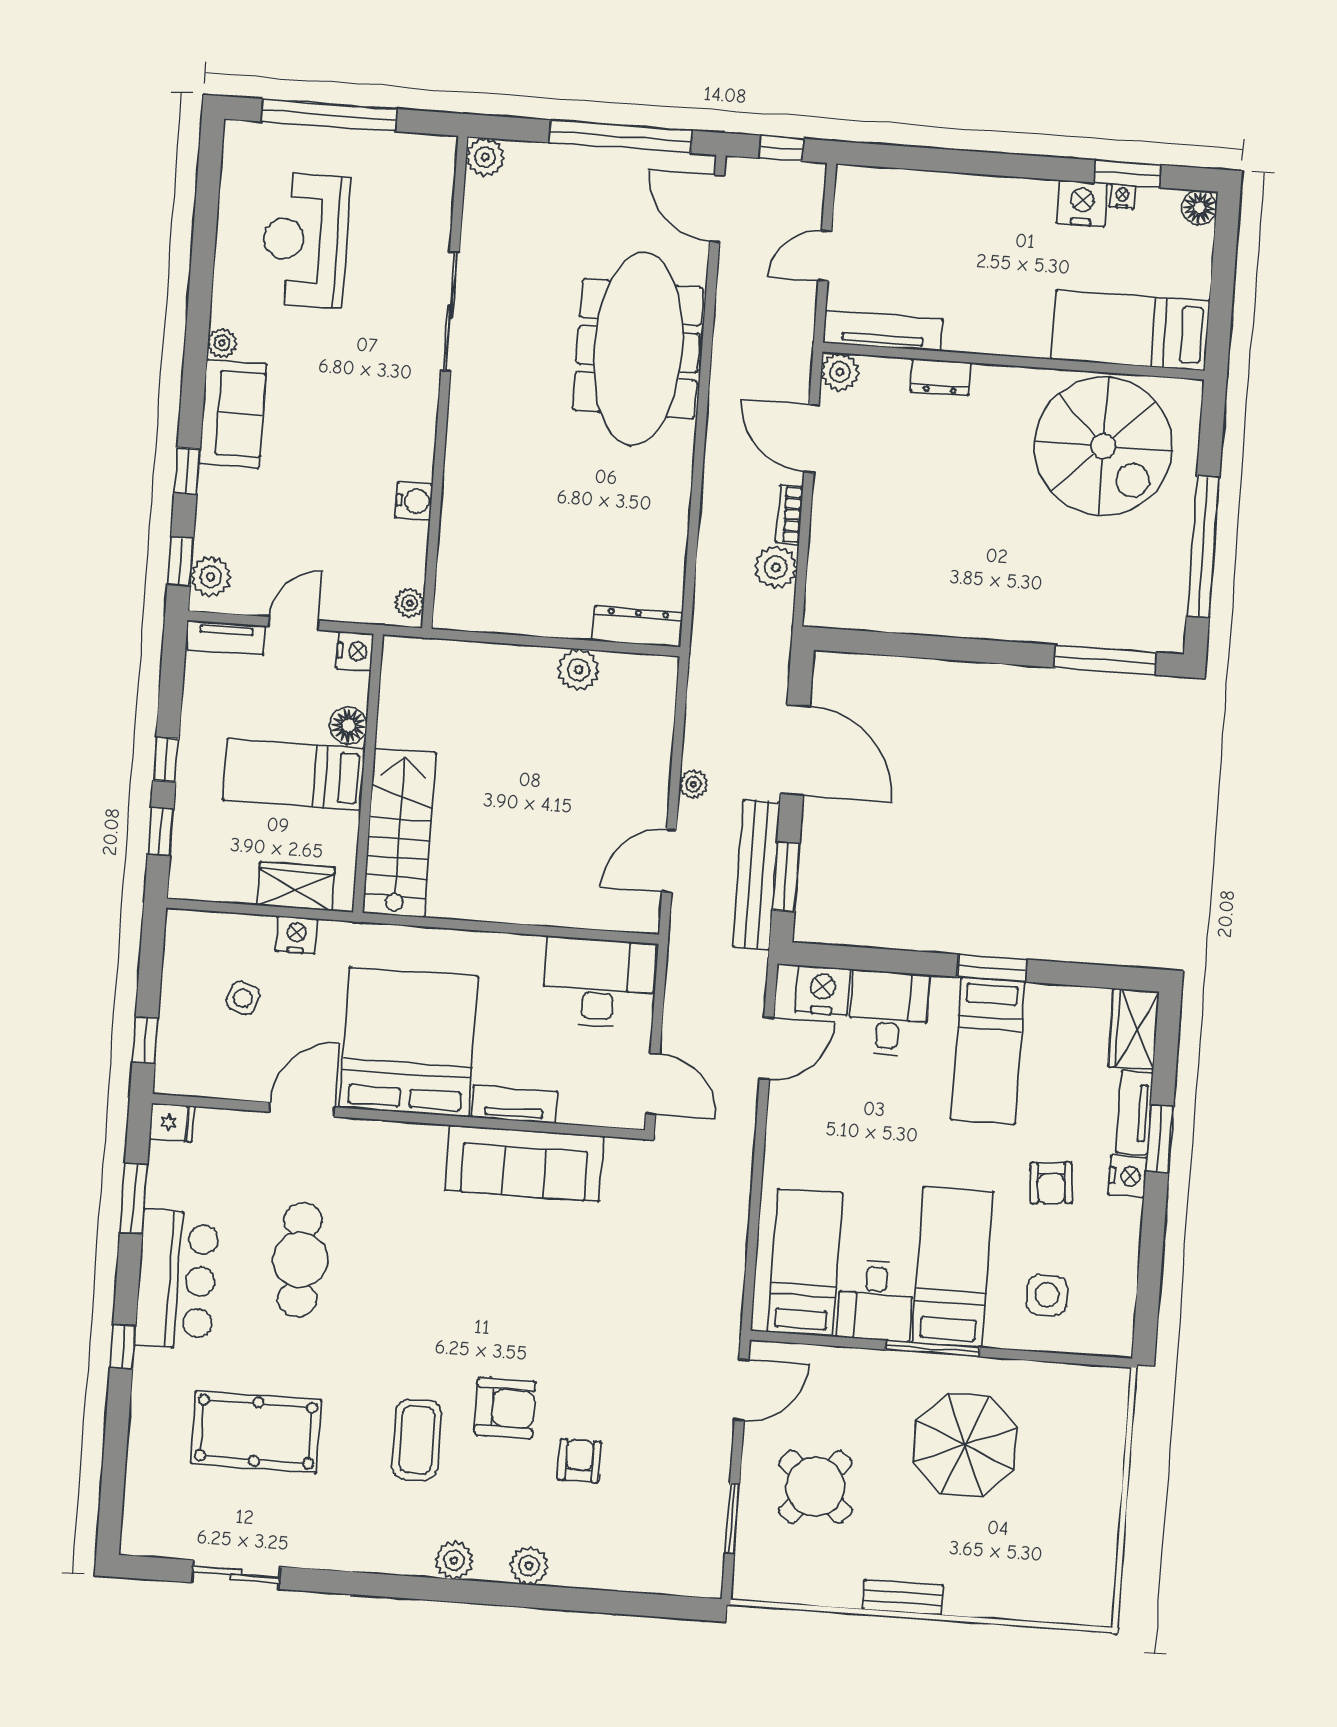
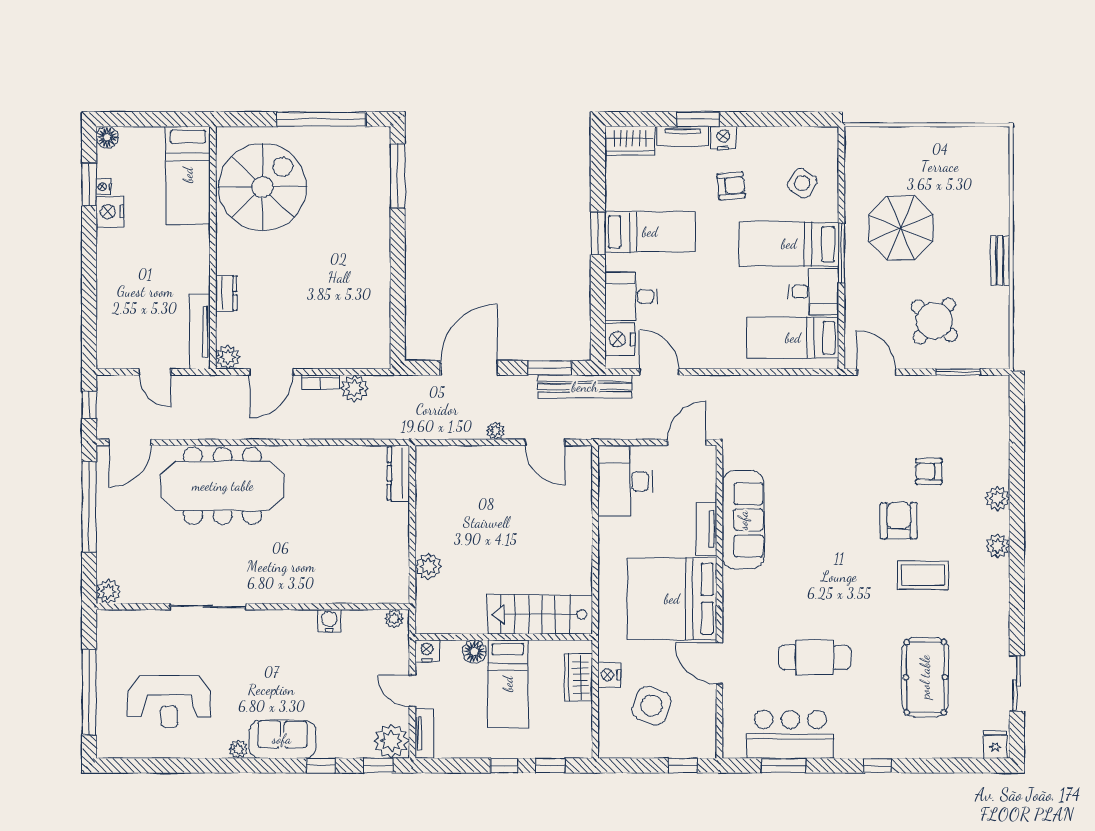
plant: (211, 577) -> (391, 741), width x1.36, depth x1.36
plant: (579, 670) -> (428, 566), moved
bench: (756, 875) -> (585, 387), moved
side table: (243, 998) -> (652, 706), width x1.87, depth x1.87
fridge: (172, 1123) -> (995, 745), moved
bar counter: (177, 1280) -> (790, 734), moved
side table: (1047, 1295) -> (802, 183), turned 33

